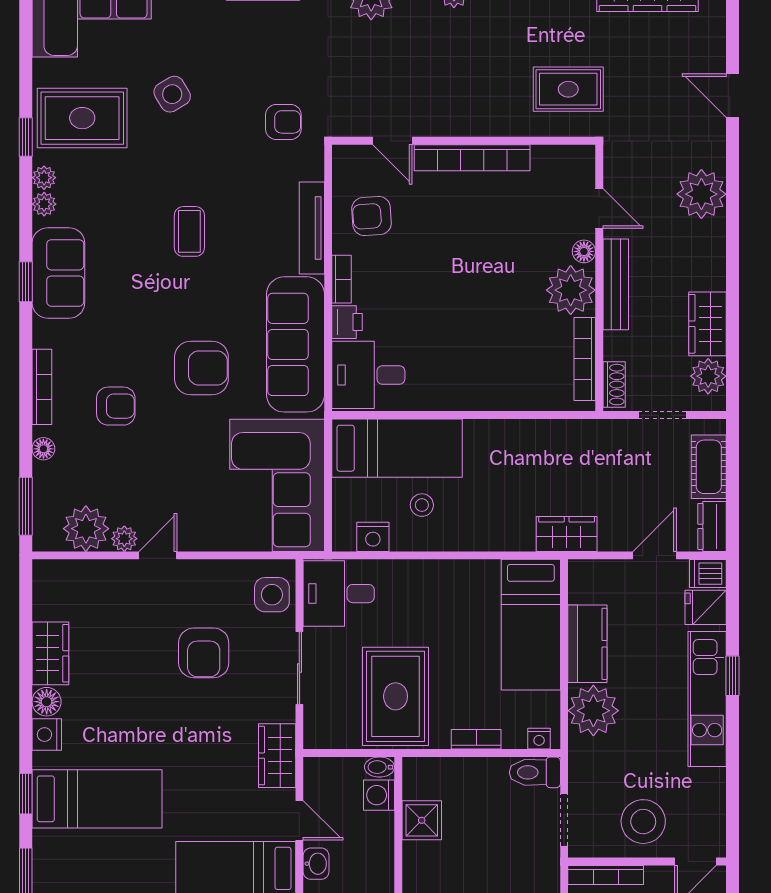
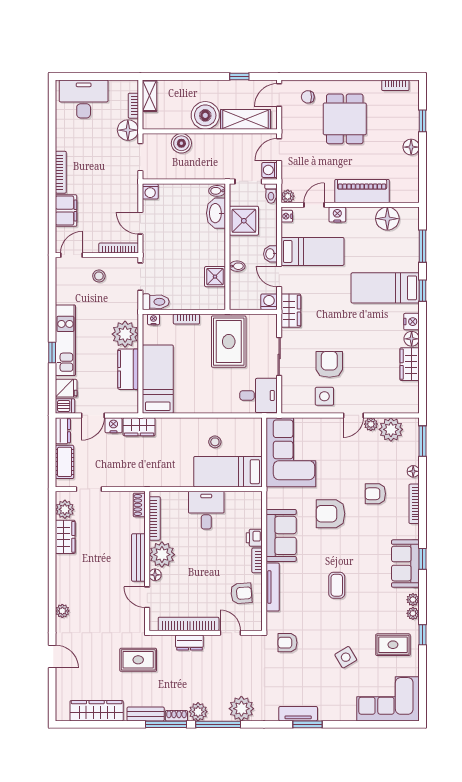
rug: (82, 118) -> (393, 645), width x0.73, depth x0.70
dresser: (471, 122) -> (189, 643), added
plant: (701, 194) -> (62, 611), width x0.53, depth x0.53
door: (599, 209) -> (147, 597), moved
floor lamp: (584, 251) -> (155, 575), moved
wall: (599, 278) -> (147, 561), moved
bench: (616, 284) -> (138, 558), moved
plant: (571, 290) -> (162, 555), moved
sofa: (296, 344) -> (281, 535), width x0.73
bookcase: (585, 359) -> (155, 518), moved
desk: (368, 375) -> (206, 510), moved, turned -90
shoe rack: (614, 385) -> (139, 505), moved
nightstand: (373, 537) -> (113, 425), moved
side table: (272, 595) -> (324, 396), moved
bidet: (380, 767) -> (237, 266), moved
washing machine: (379, 795) -> (269, 302), moved, turned -90
stool: (643, 822) -> (99, 276), width x0.53, depth x0.53

